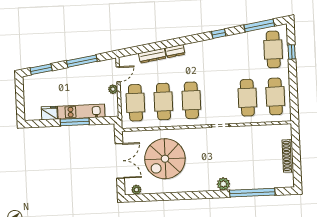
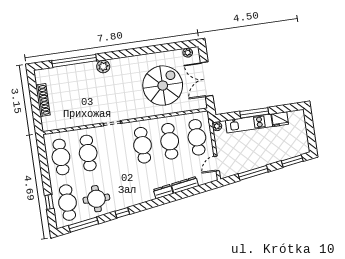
round table: (243, 51) -> (96, 199), added
plant: (113, 89) -> (217, 126), moved

